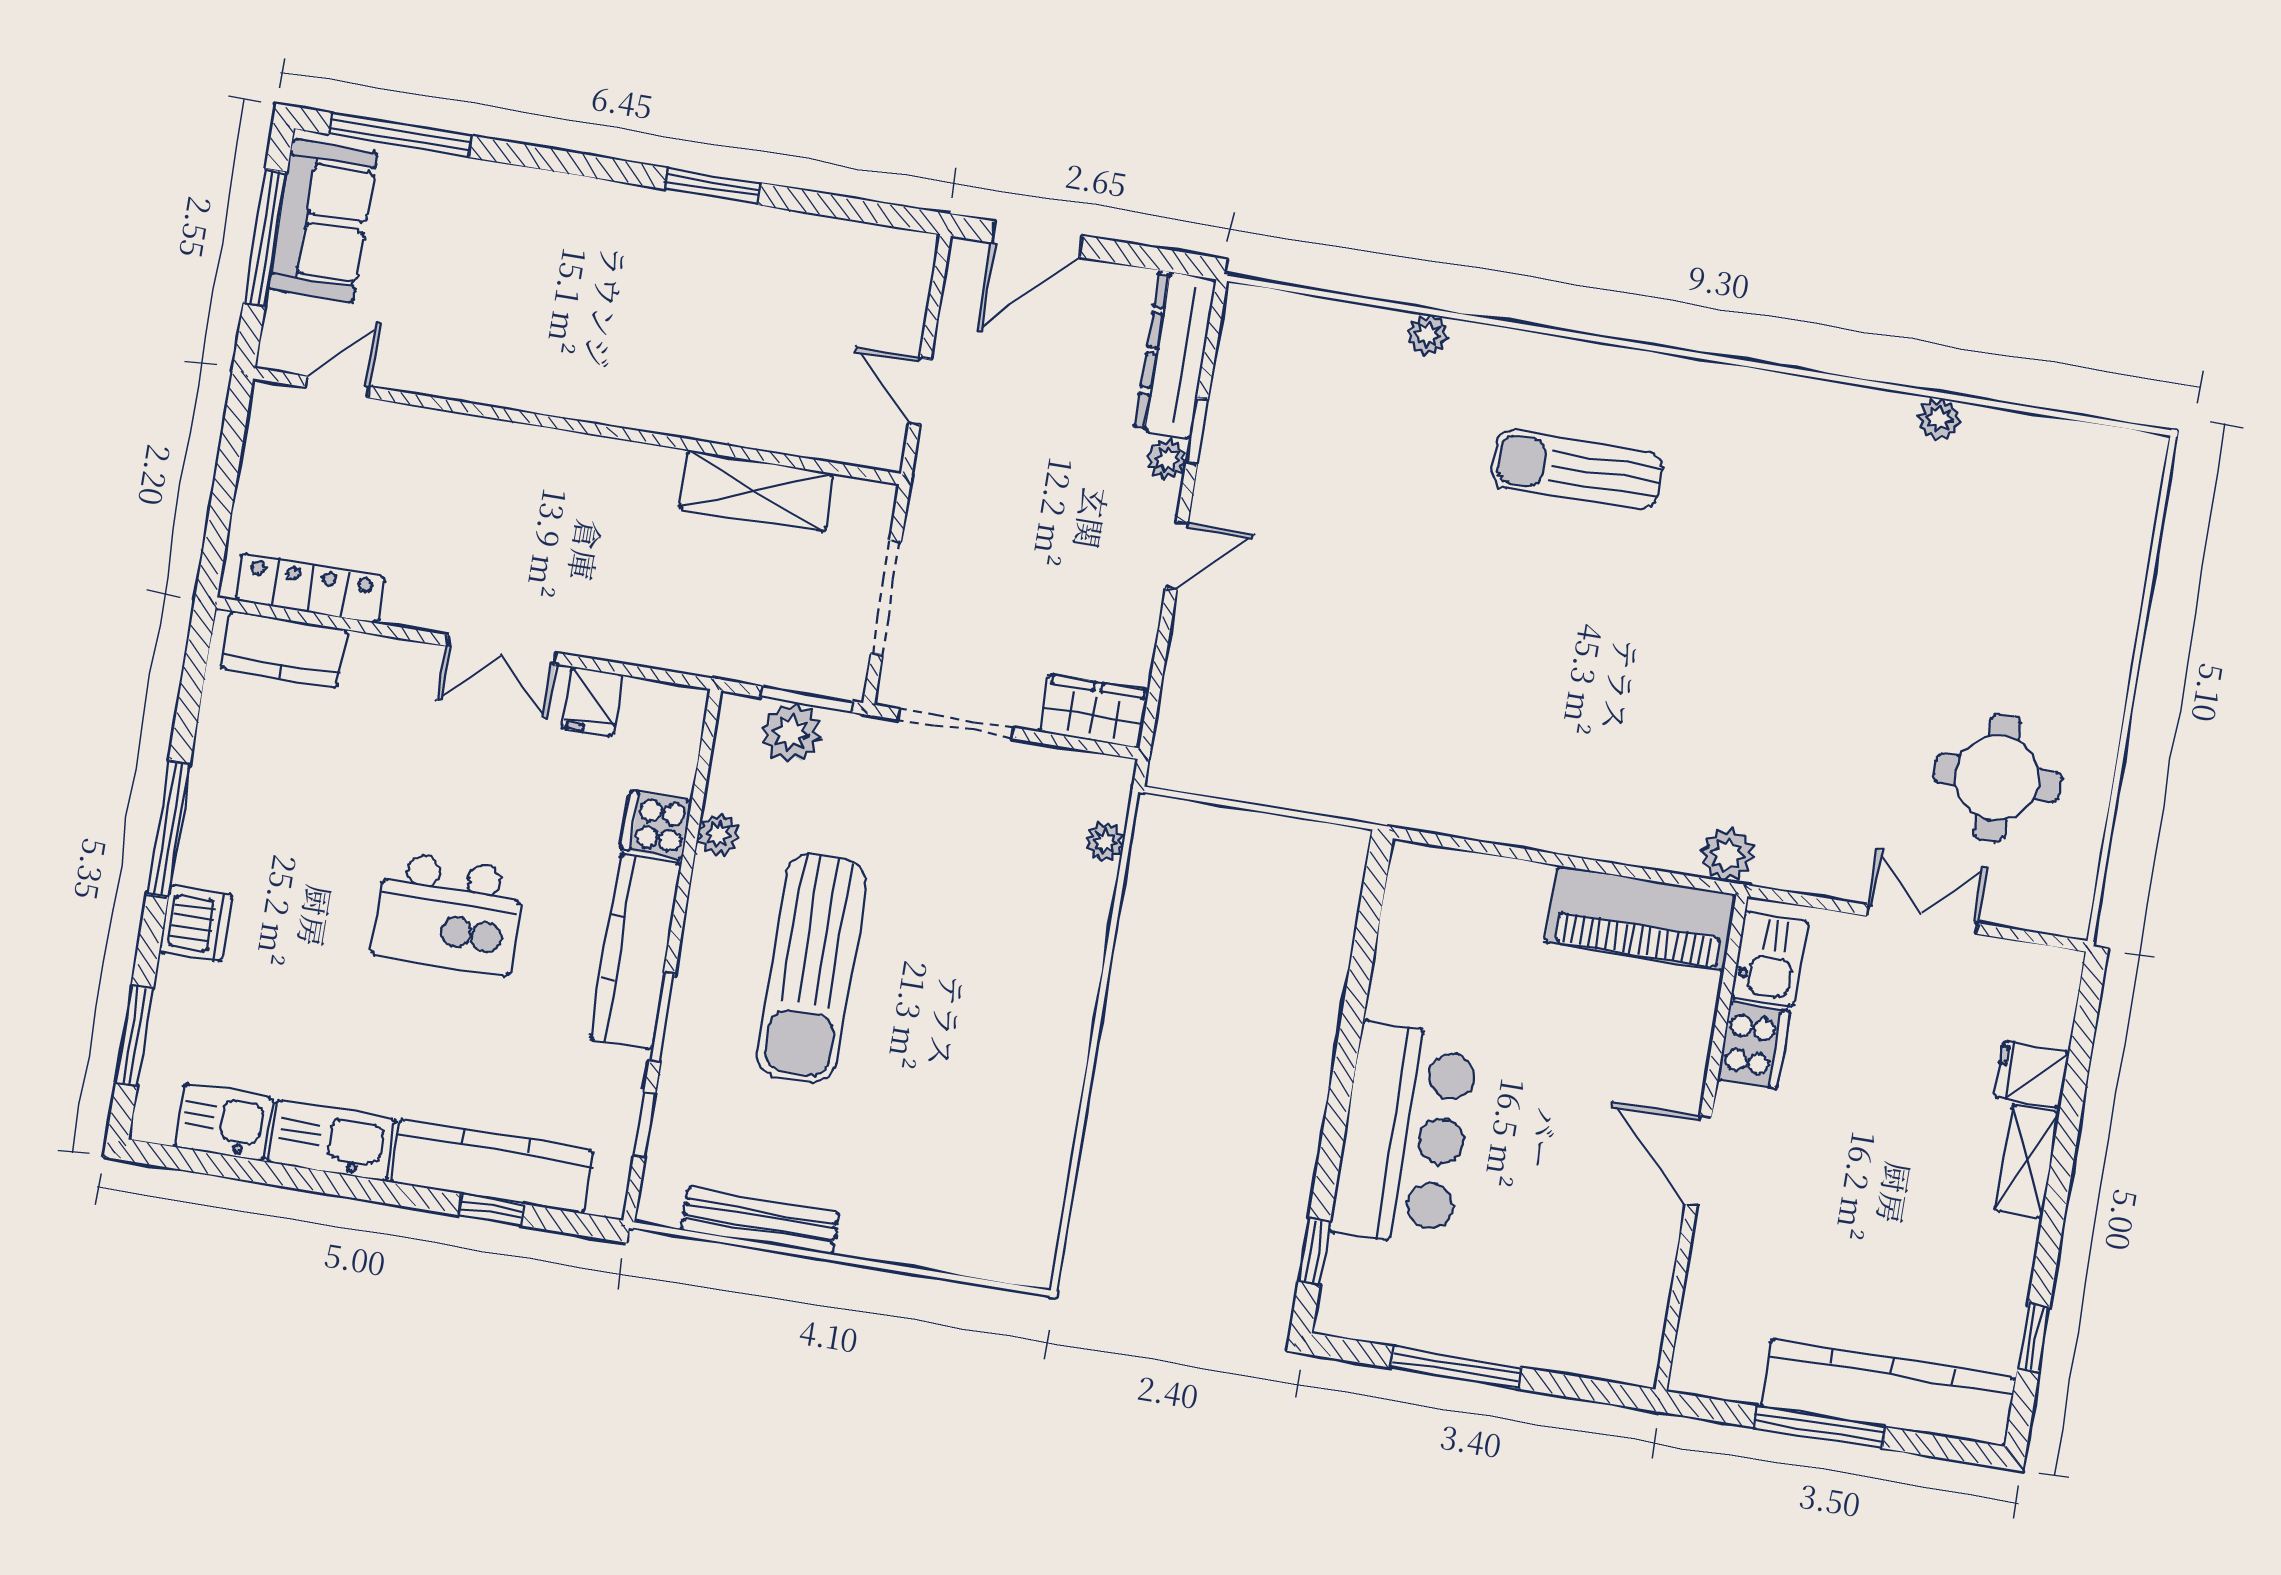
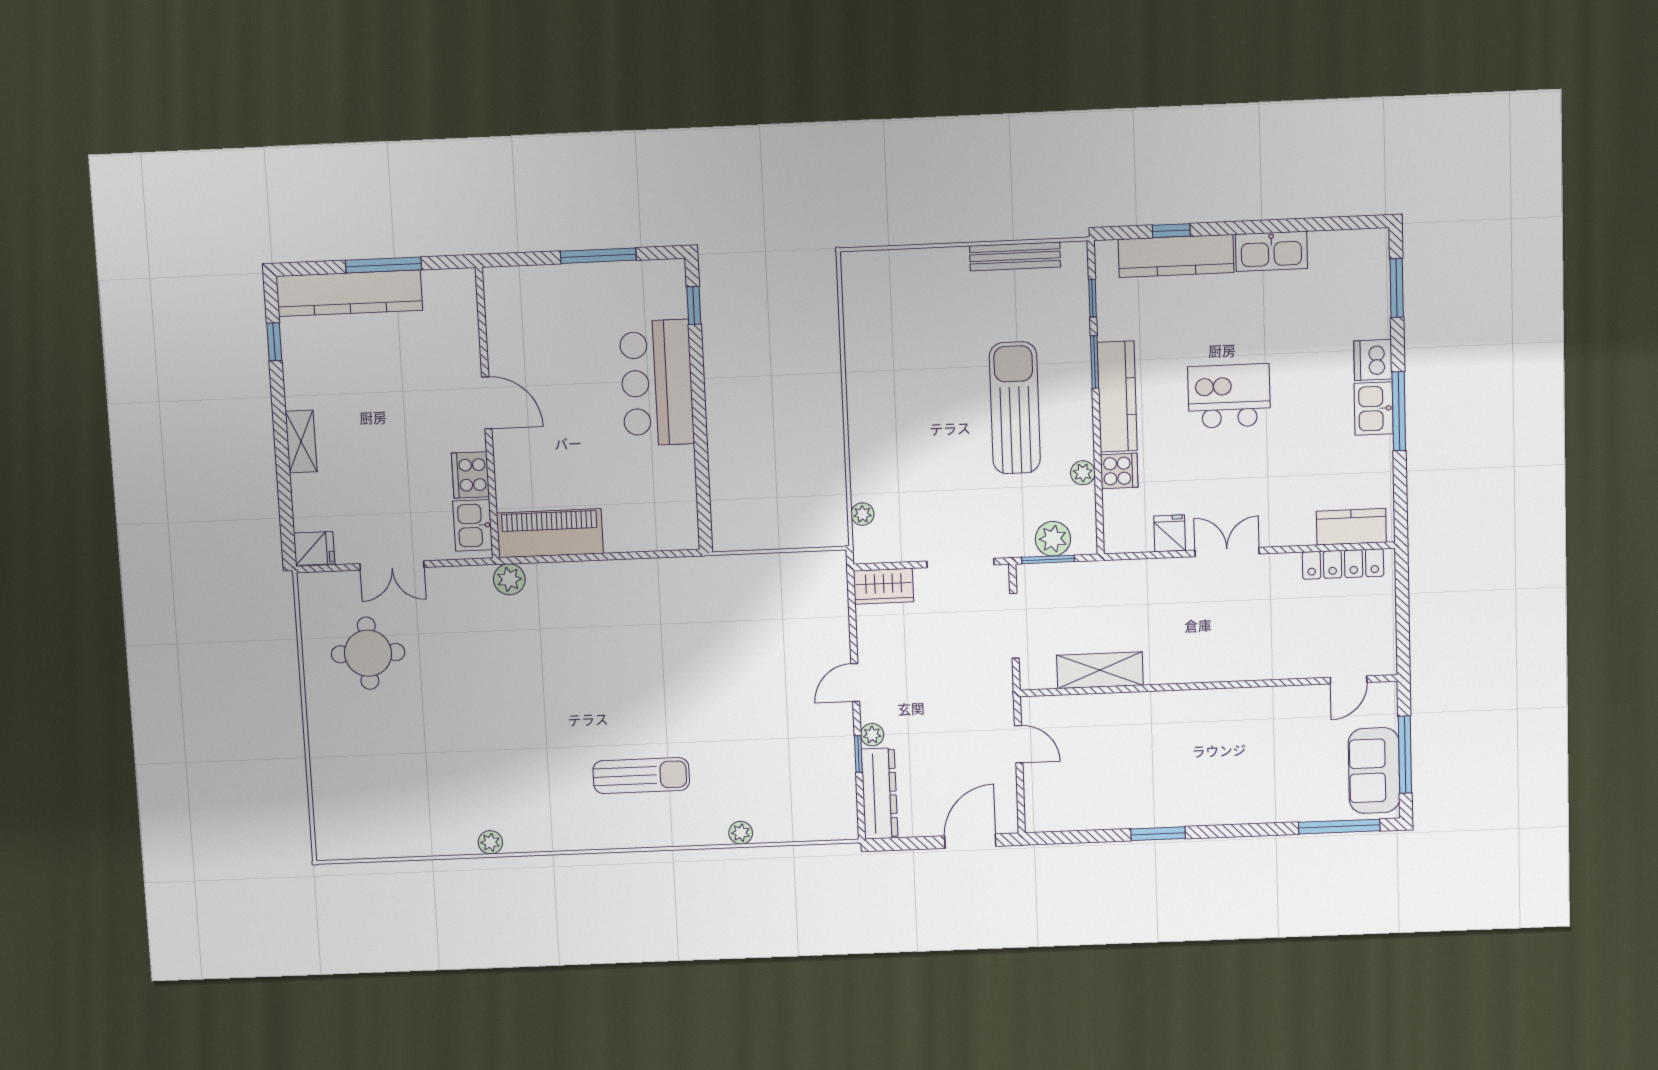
plant: (1939, 419) -> (490, 842), moved
fridge: (2031, 1074) -> (314, 548), moved
kitchen sink: (224, 1122) -> (1374, 409), moved, turned 90

